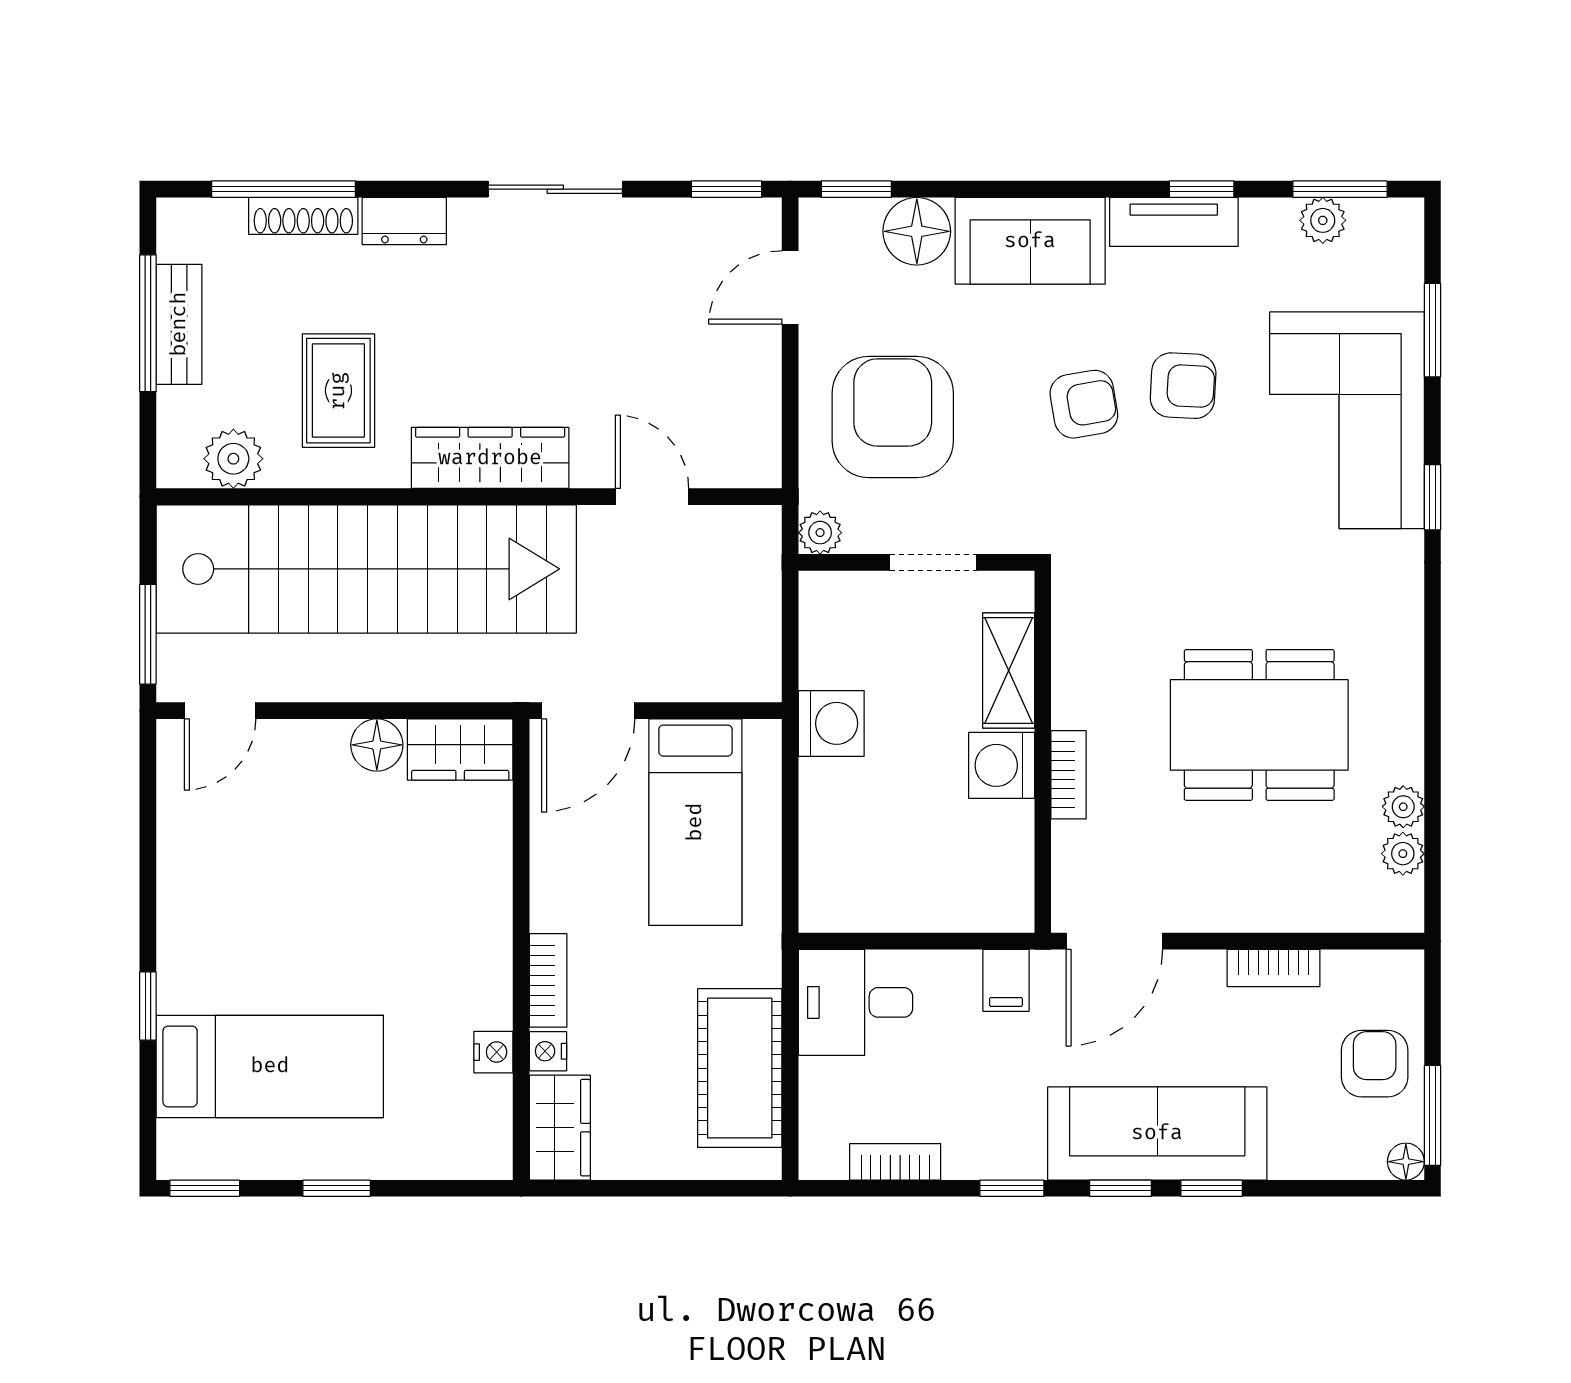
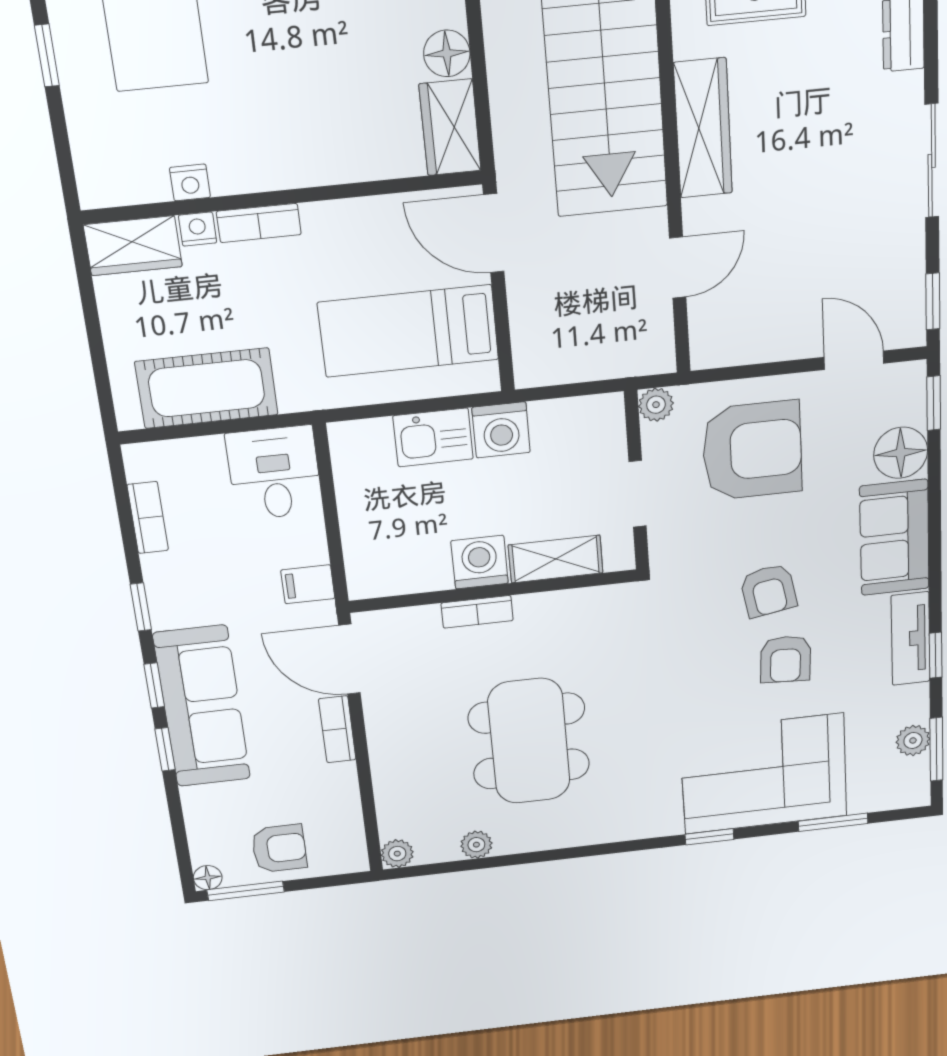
kitchen sink: (832, 806) -> (433, 437), added
plant: (1403, 854) -> (397, 854), moved
bookcase: (1273, 968) -> (337, 729), moved

